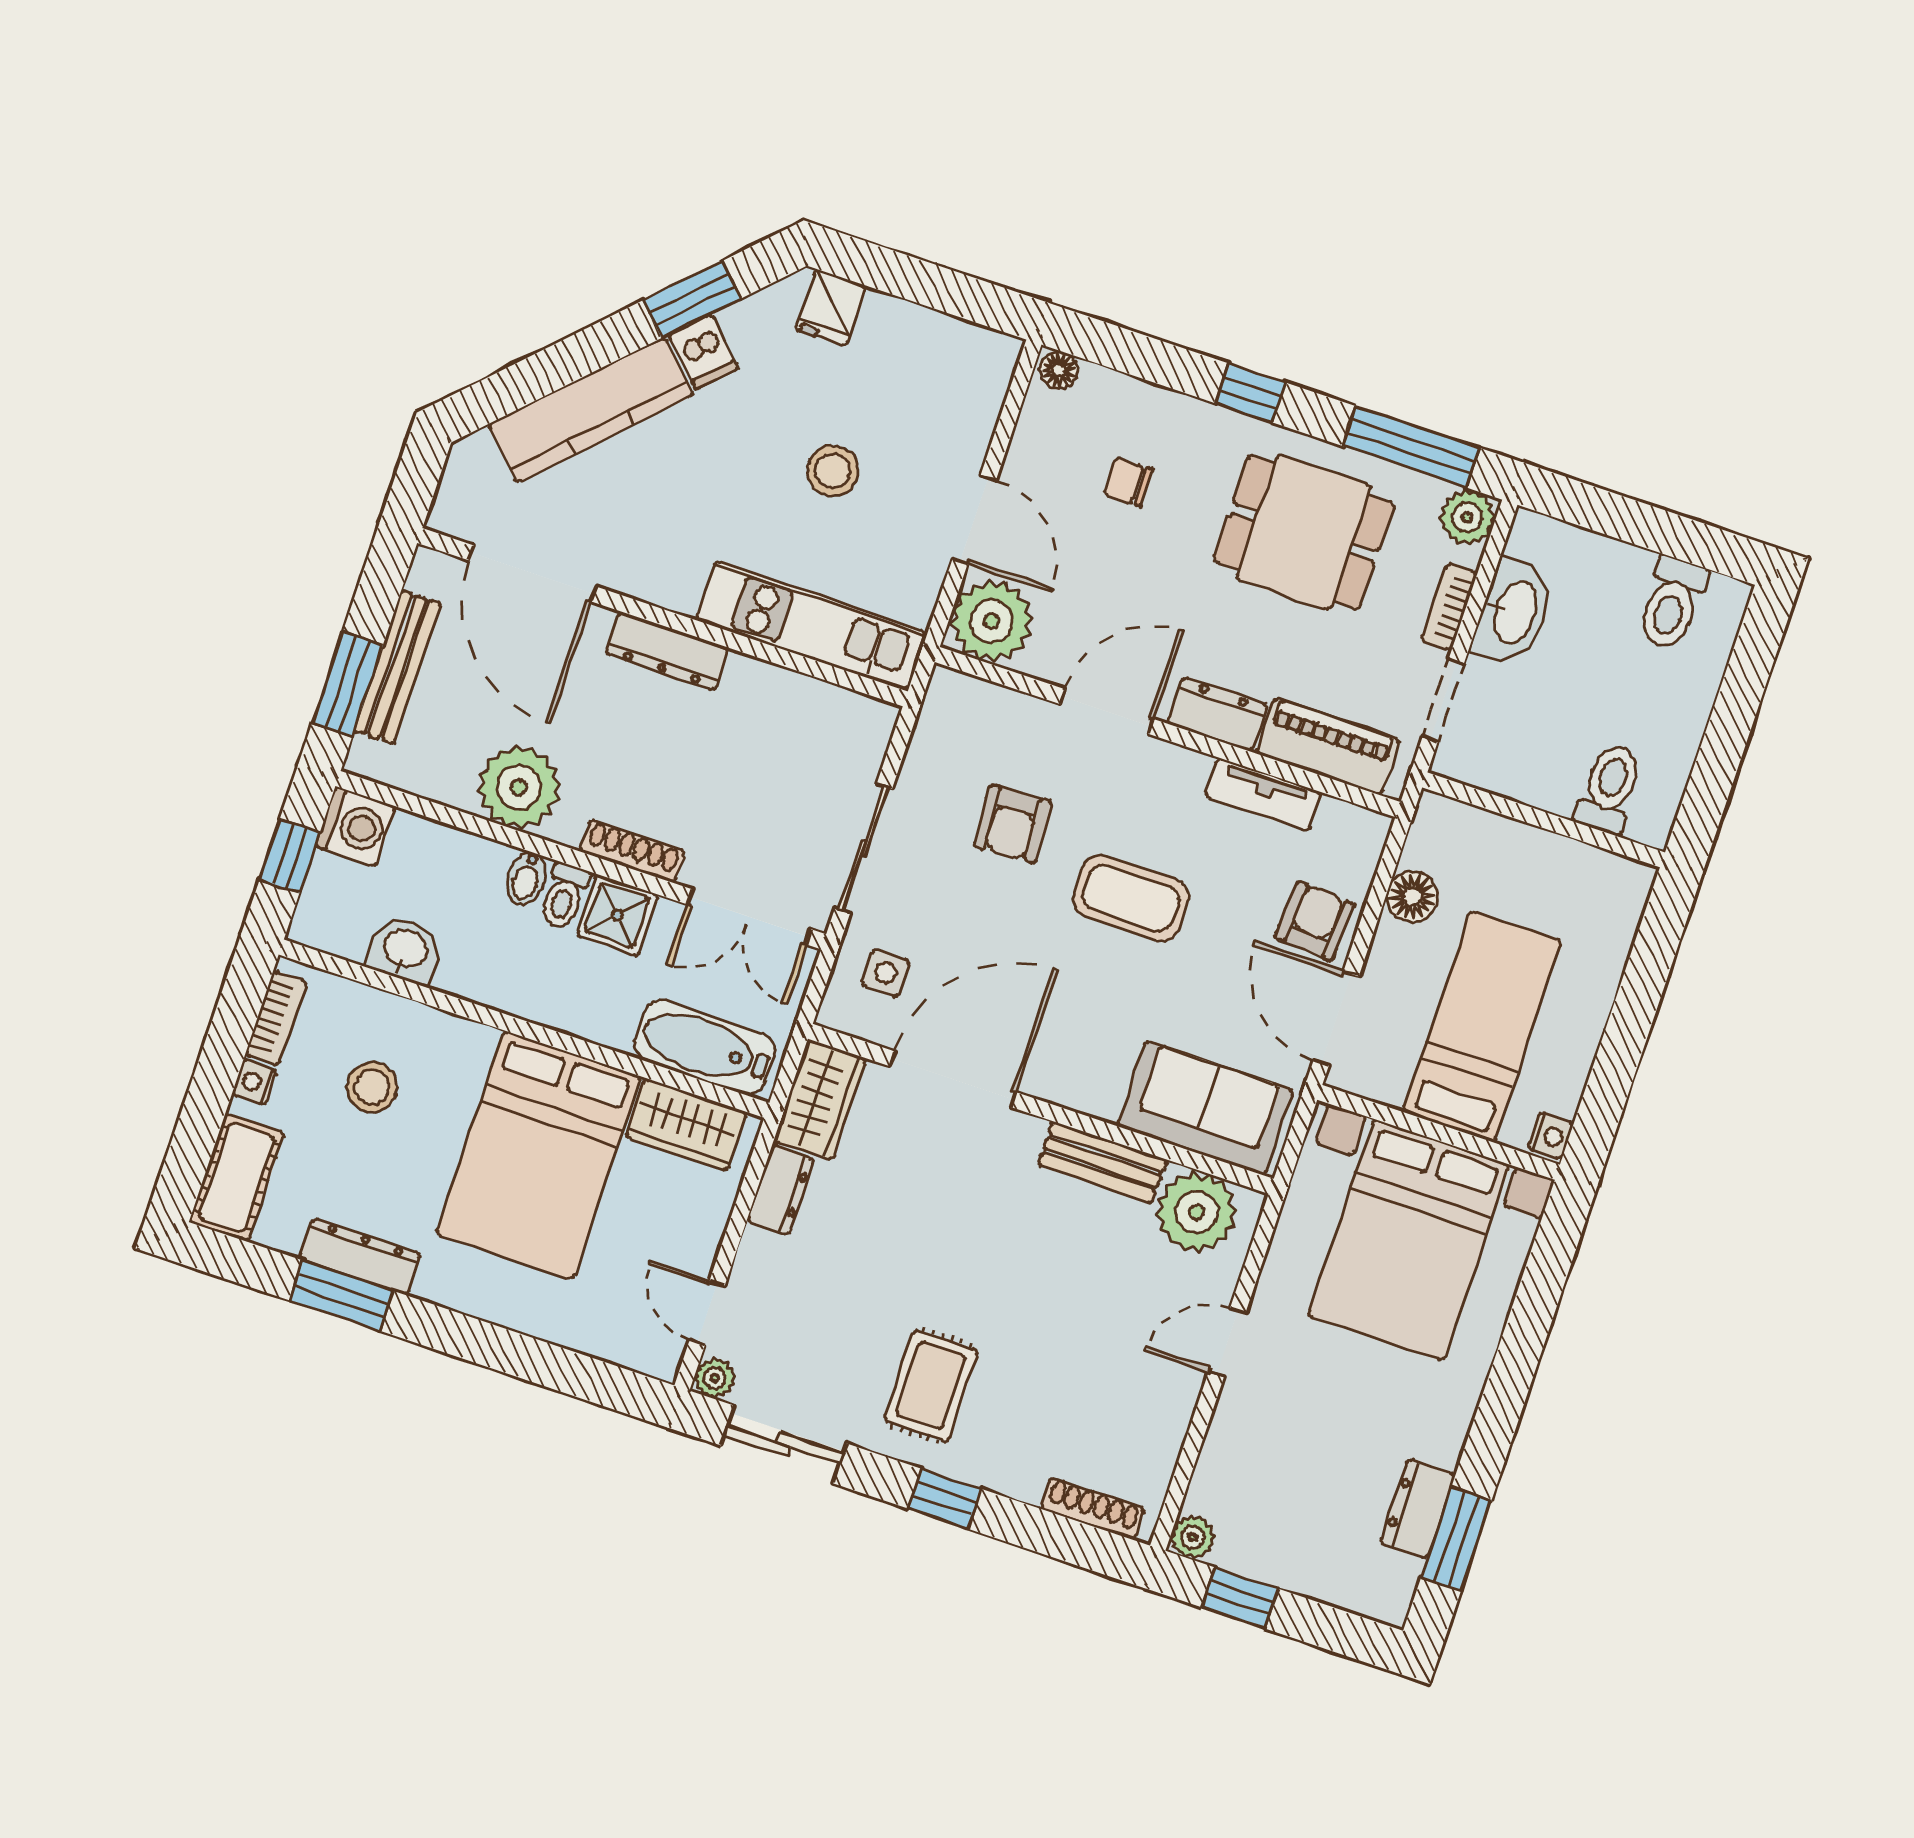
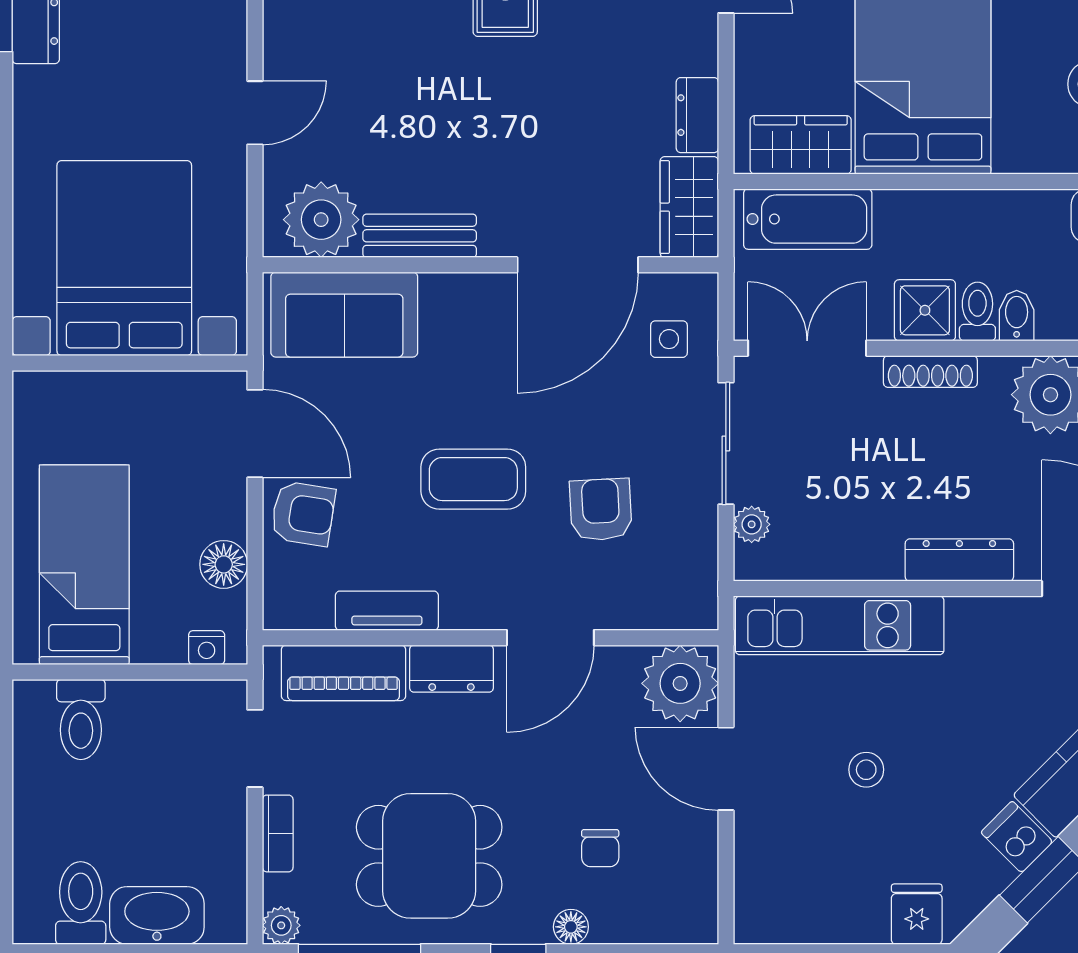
floor lamp: (1059, 370) -> (571, 927), moved
stool: (833, 471) -> (866, 770), width x0.73, depth x0.73
chair: (1128, 482) -> (600, 848), turned 90
plant: (1467, 517) -> (281, 925), width x0.73, depth x0.73
washbasin: (1514, 612) -> (157, 915), moved, turned 90
plant: (865, 758) -> (752, 524), added
armchair: (1315, 921) -> (303, 514), turned -85
bed: (1482, 1026) -> (84, 565), moved, turned 180
nightstand: (1551, 1136) -> (207, 648), moved, turned -90

